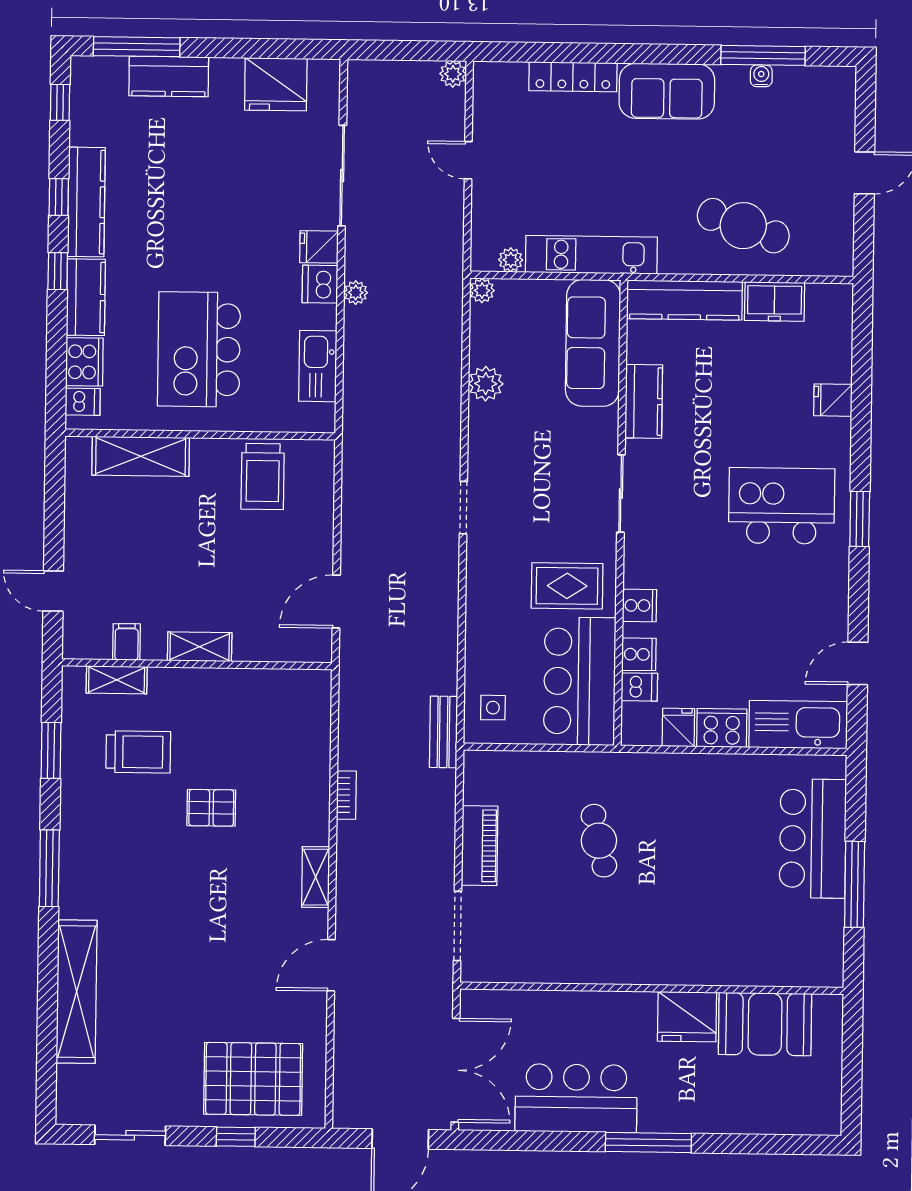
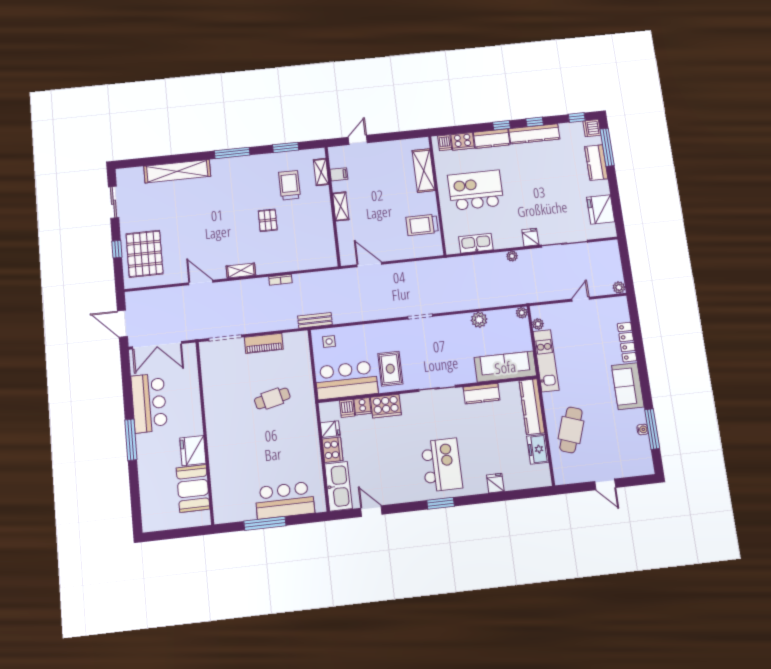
dishwasher: (320, 284) -> (592, 128), moved, turned -90
cooker: (639, 605) -> (386, 406), width x1.87, depth x1.31
trolley: (138, 752) -> (289, 185), turned 180

